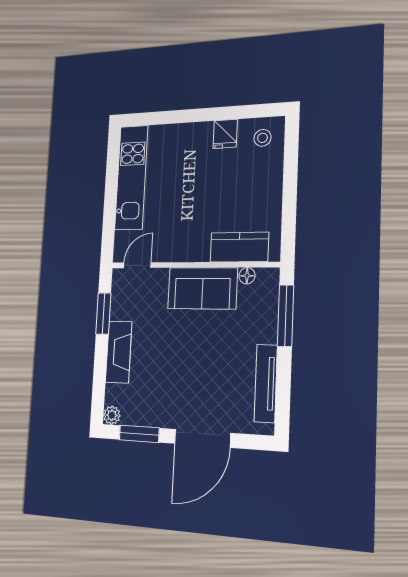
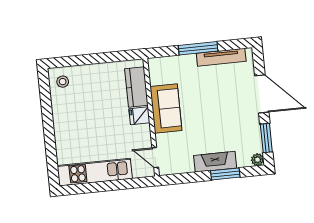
fridge: (225, 134) -> (139, 116), moved, turned 180
floor lamp: (247, 276) -> (155, 79), removed
window: (103, 313) -> (225, 174), moved
window: (286, 316) -> (198, 48), moved

